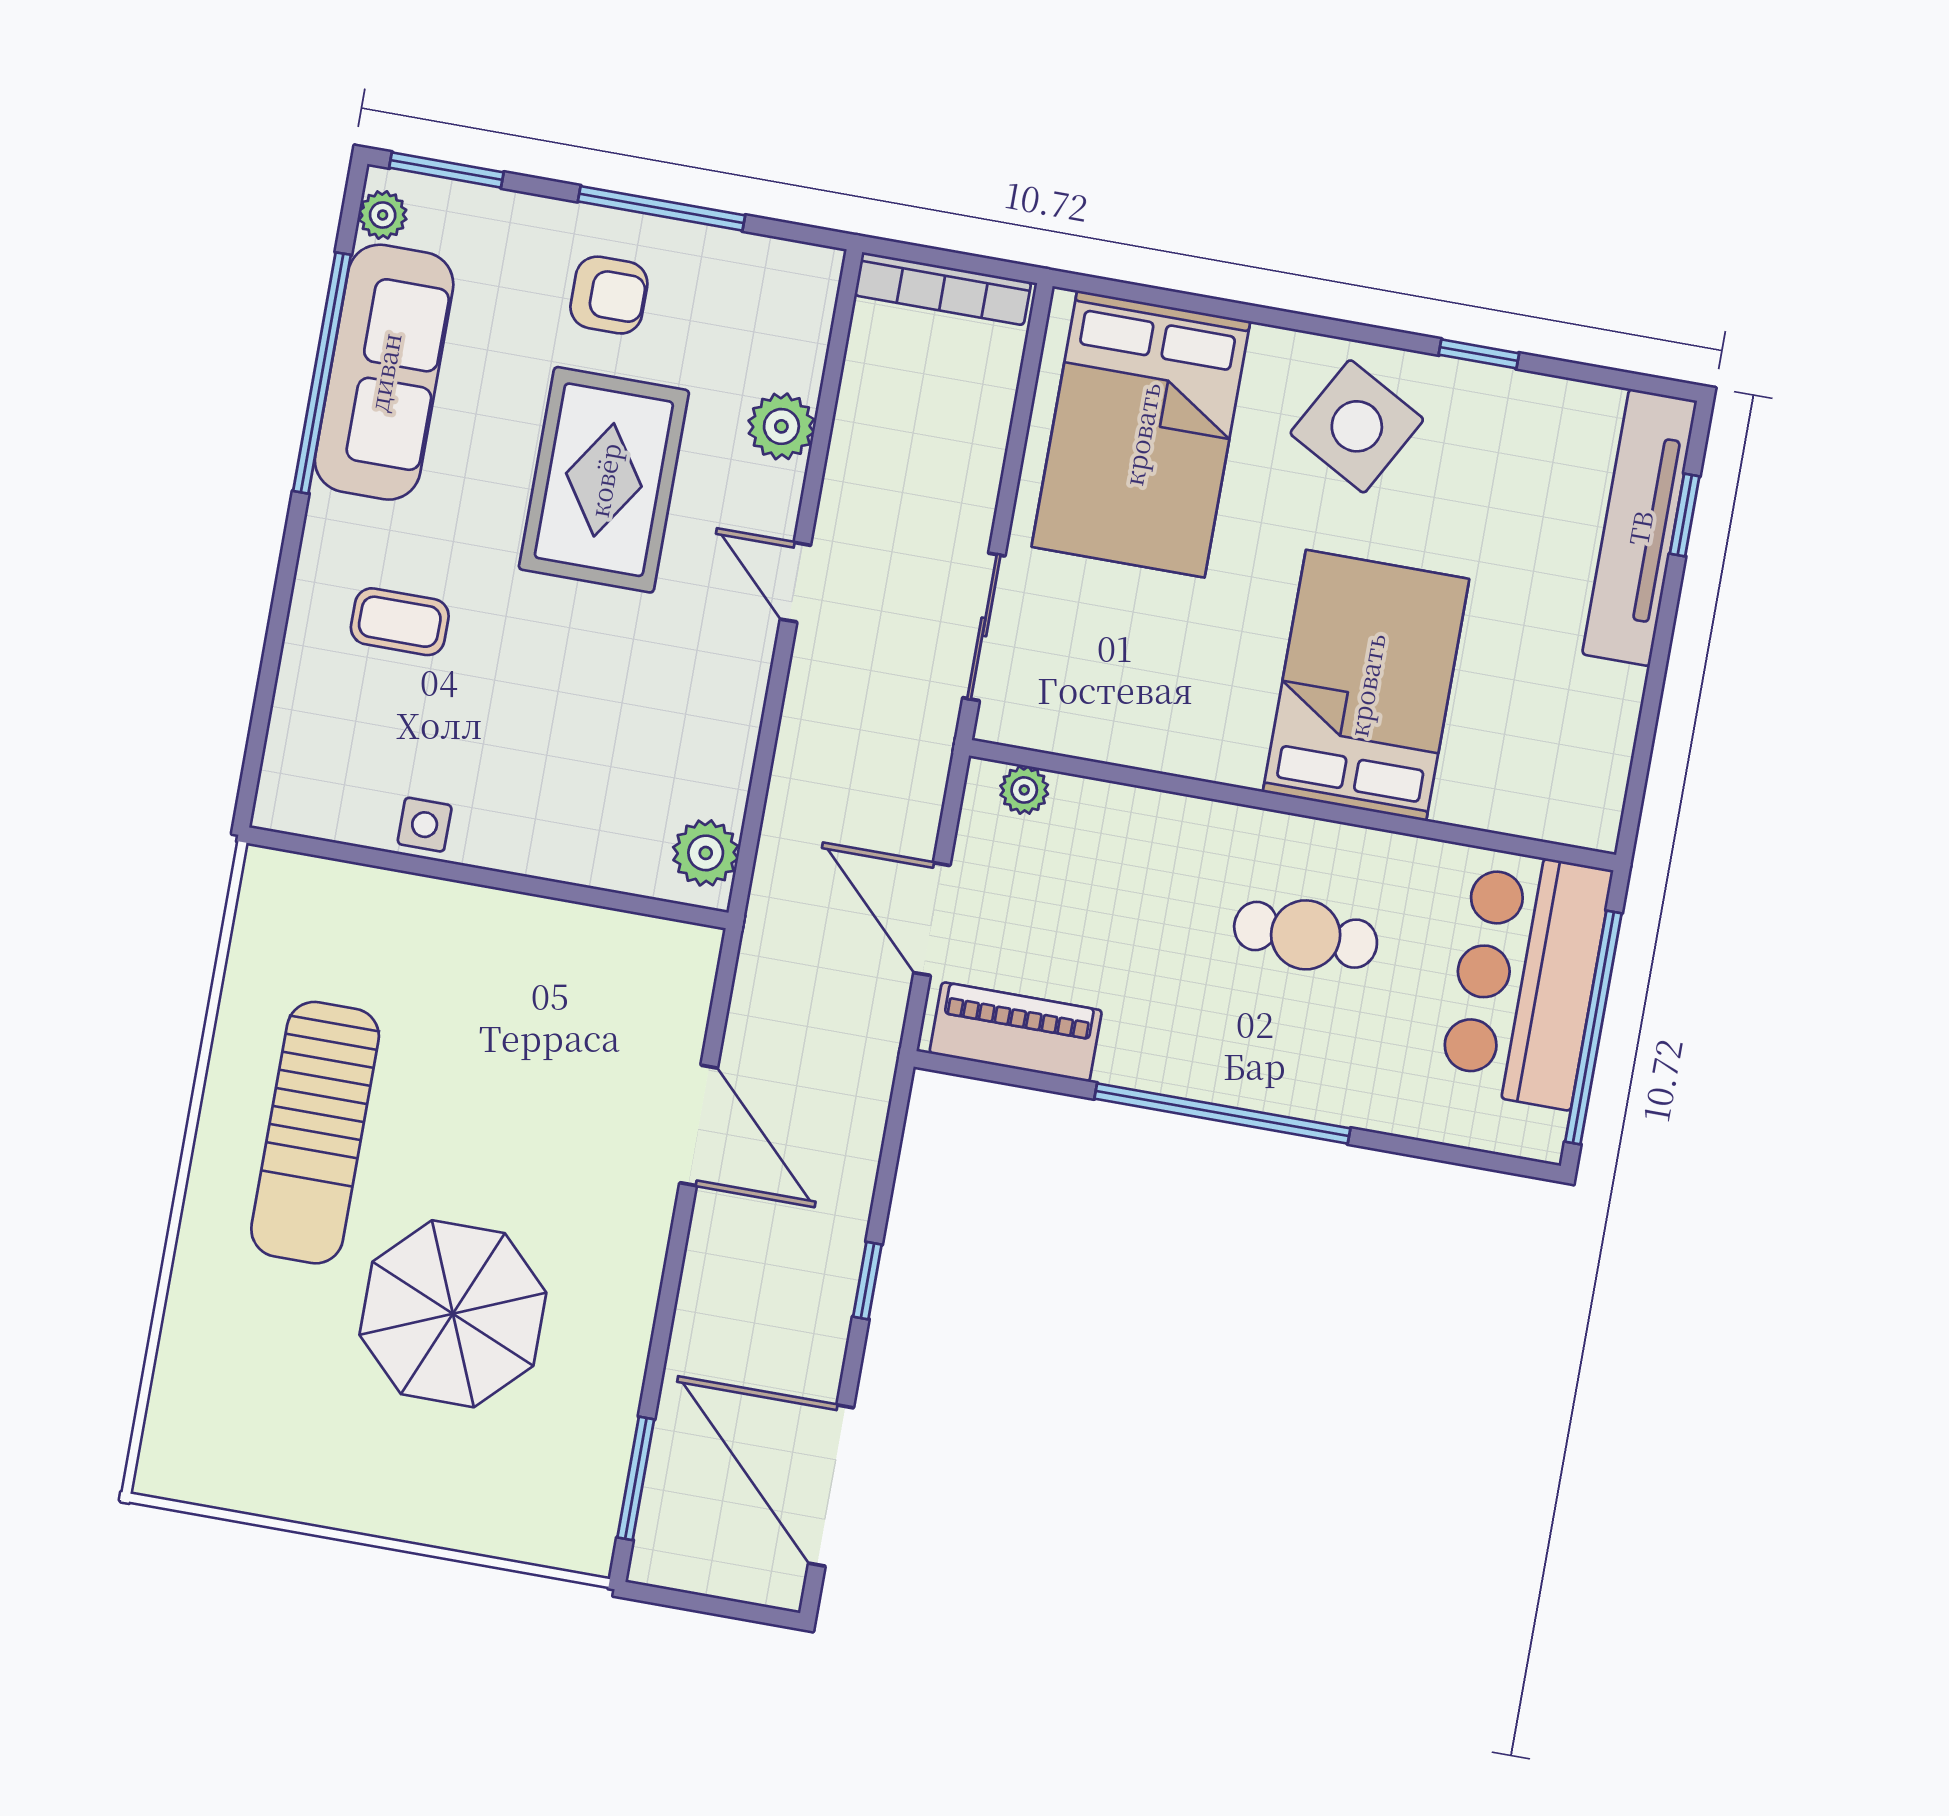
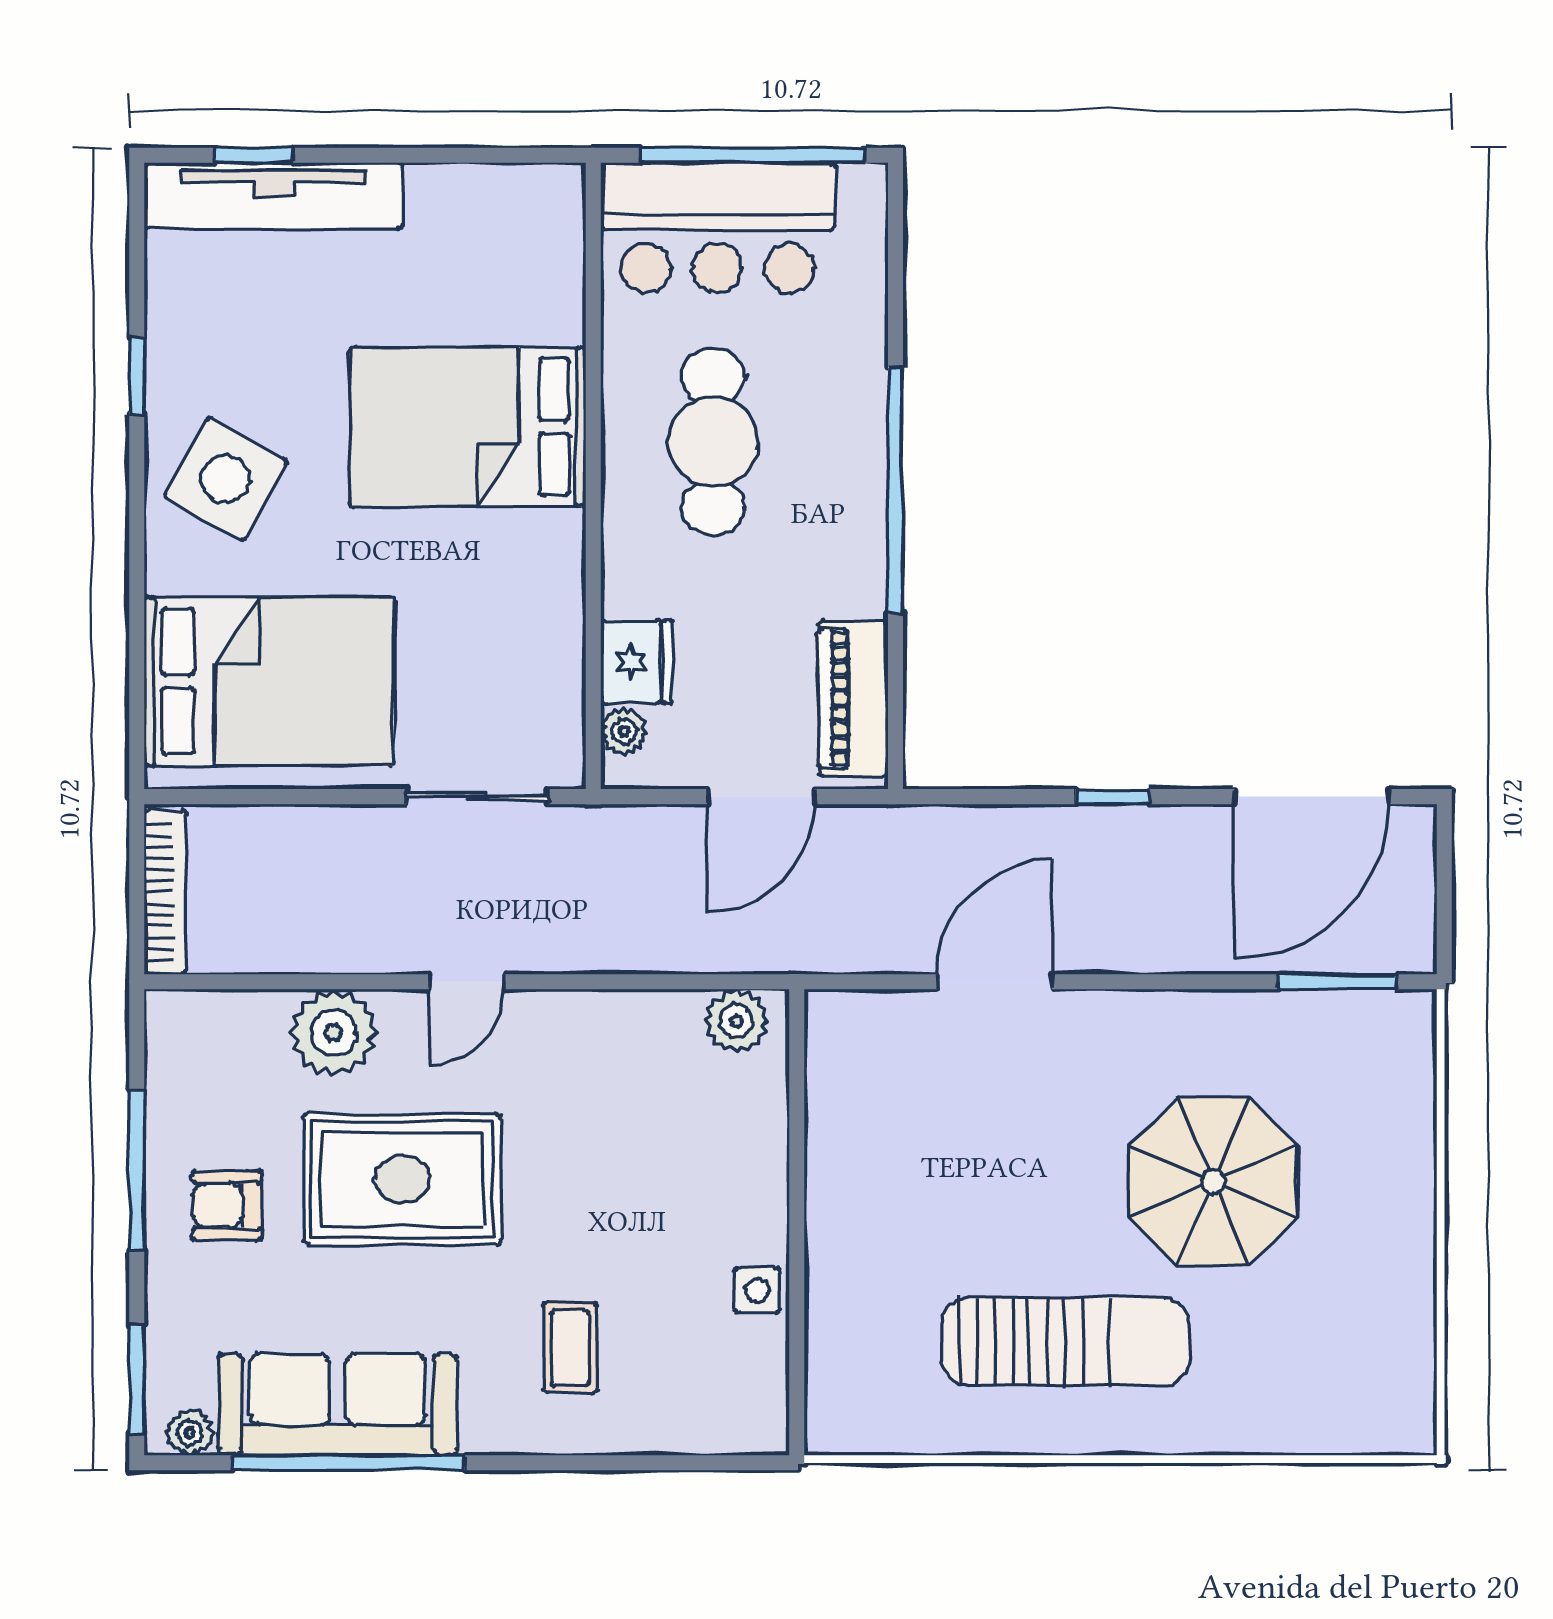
armchair: (609, 295) -> (227, 1206), turned -90
plant: (781, 426) -> (334, 1033), width x1.36, depth x1.36
fridge: (1094, 816) -> (636, 662), added
cafe table: (1306, 935) -> (713, 442), width x1.37, depth x1.35

